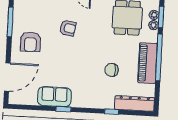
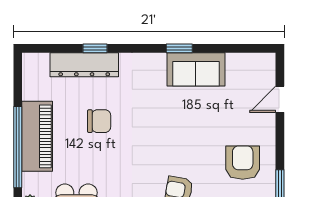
door: (7, 77) -> (280, 99), width x0.53
dresser: (134, 103) -> (84, 65), moved

